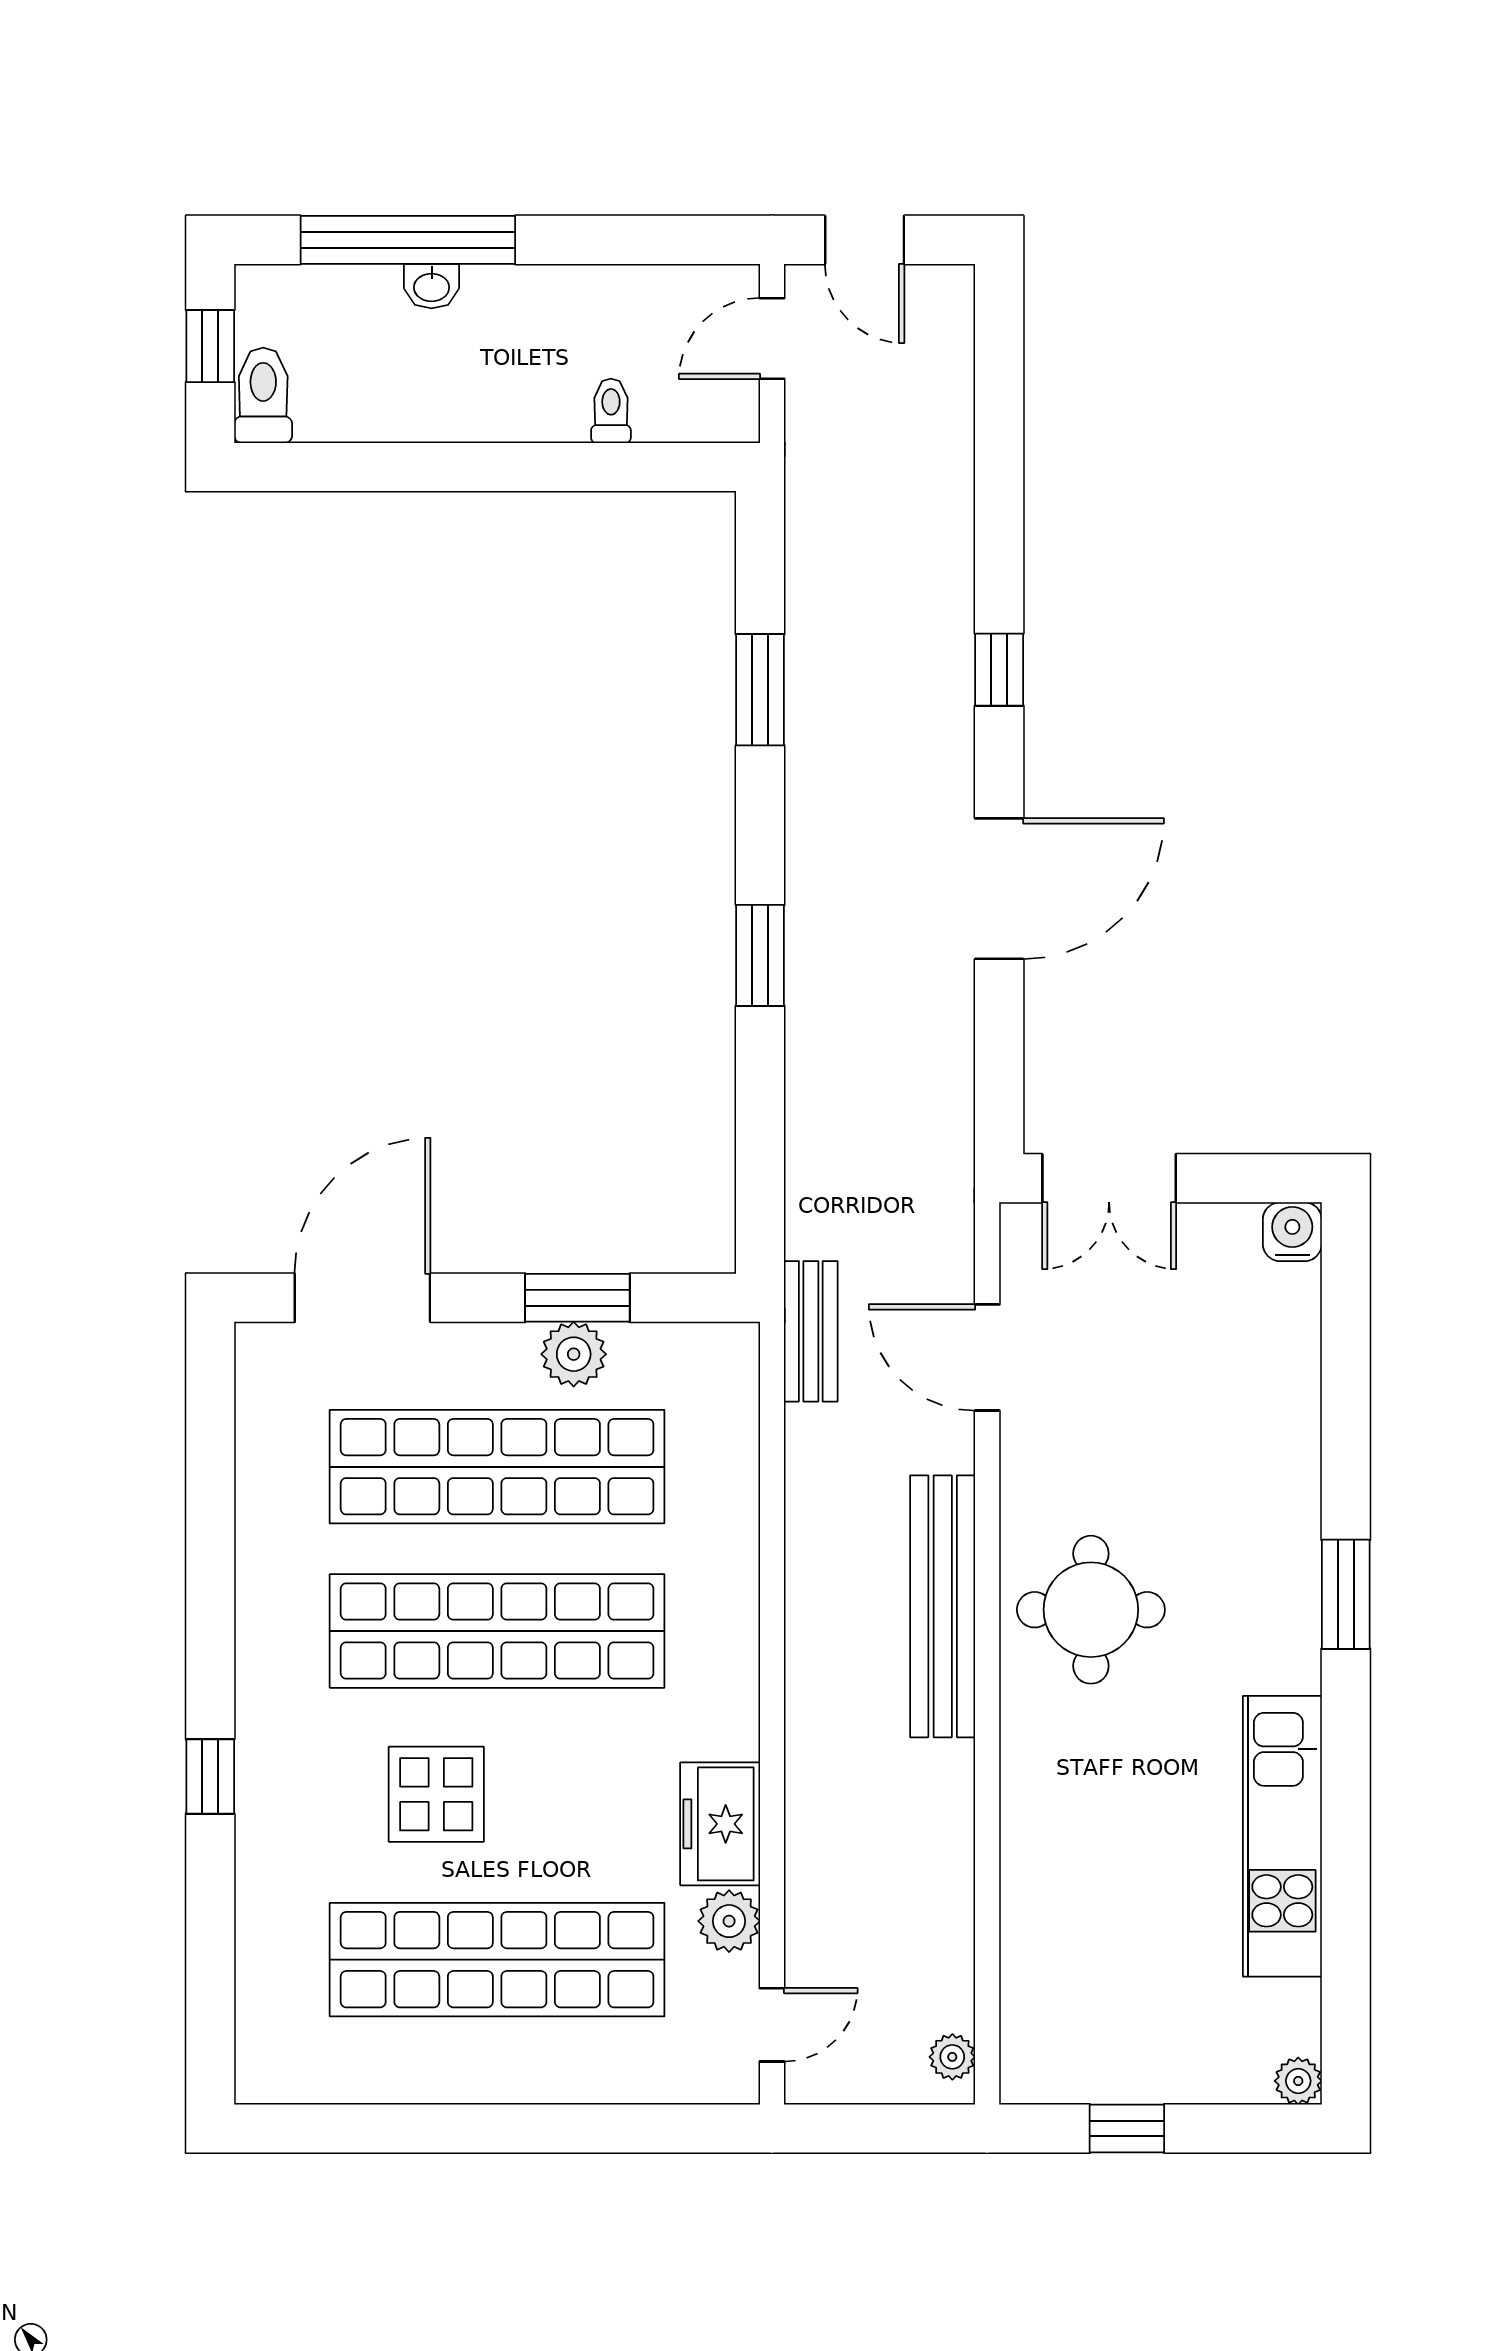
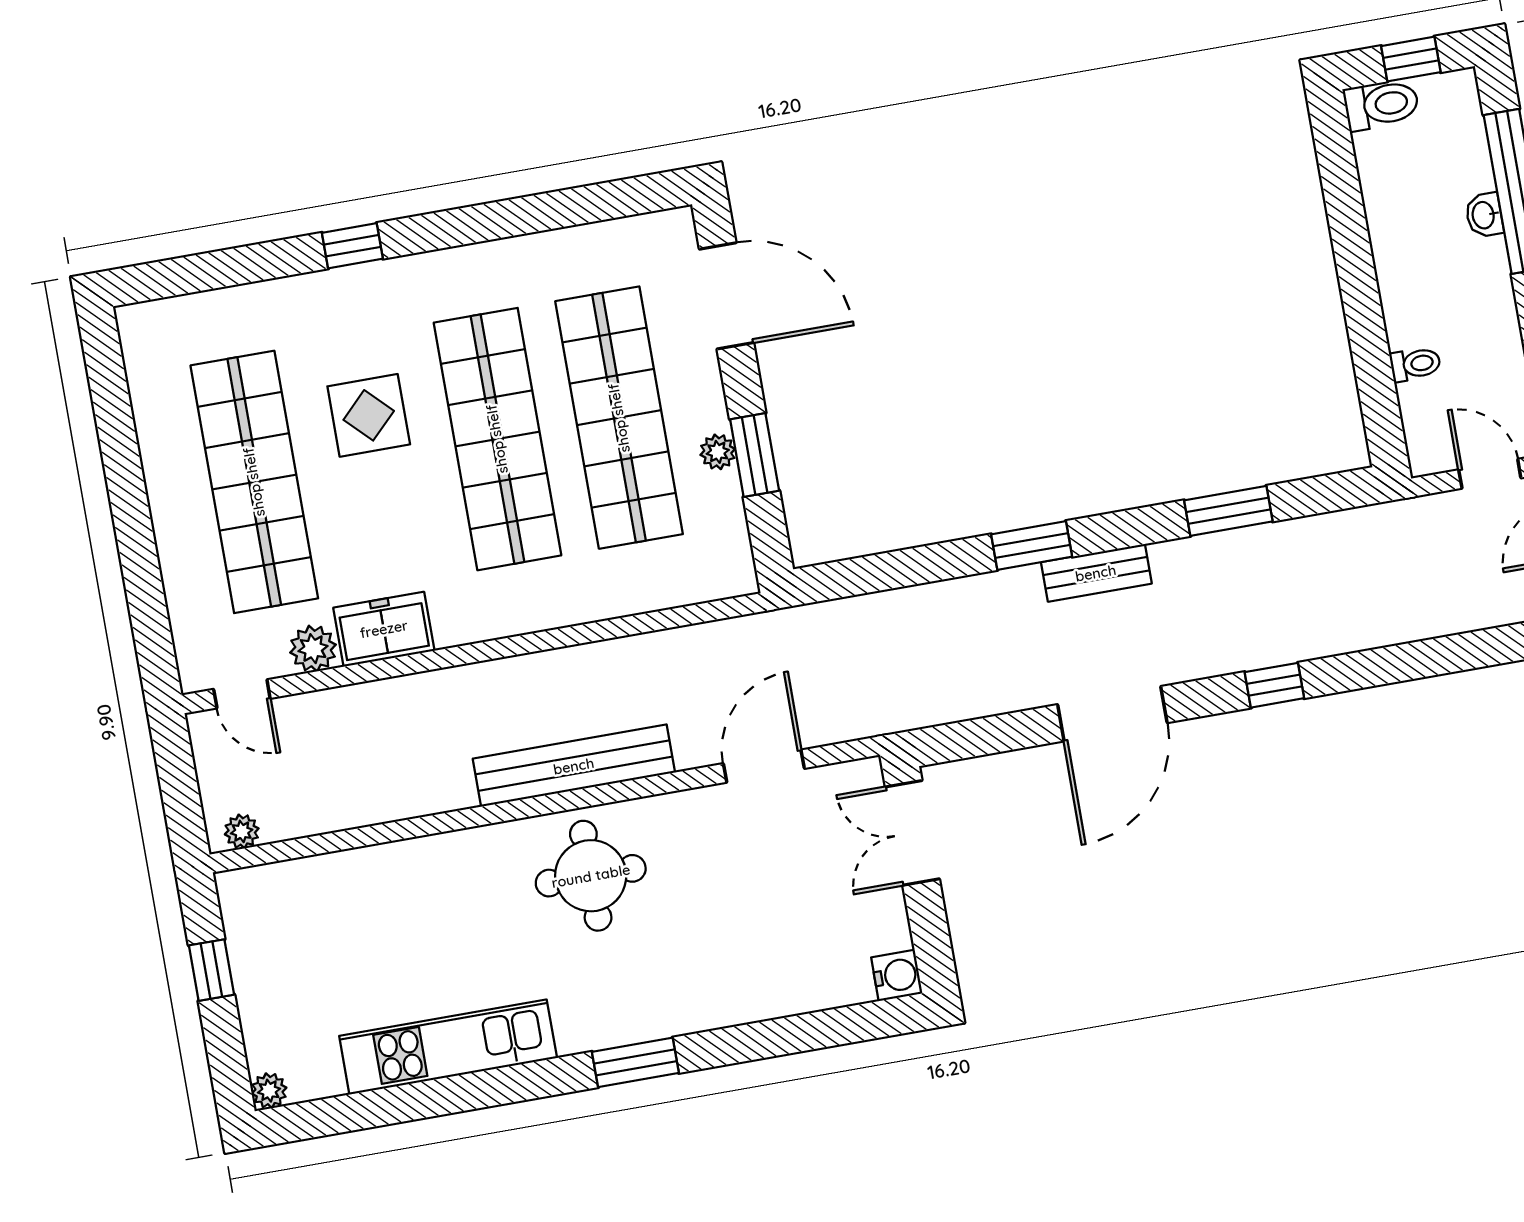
door: (999, 889) -> (1112, 714), hinge flipped
bench: (811, 1331) -> (1096, 573), moved
plant: (574, 1354) -> (718, 452), width x0.73, depth x0.73

